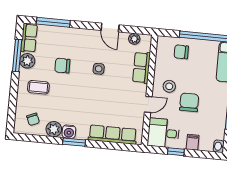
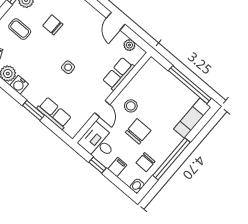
chair: (181, 52) -> (145, 162), moved, turned -90
side table: (99, 69) -> (68, 67), moved
door: (148, 104) -> (102, 109), hinge flipped
row of seats: (113, 135) -> (54, 113), width x0.68
window: (74, 142) -> (33, 110), moved

